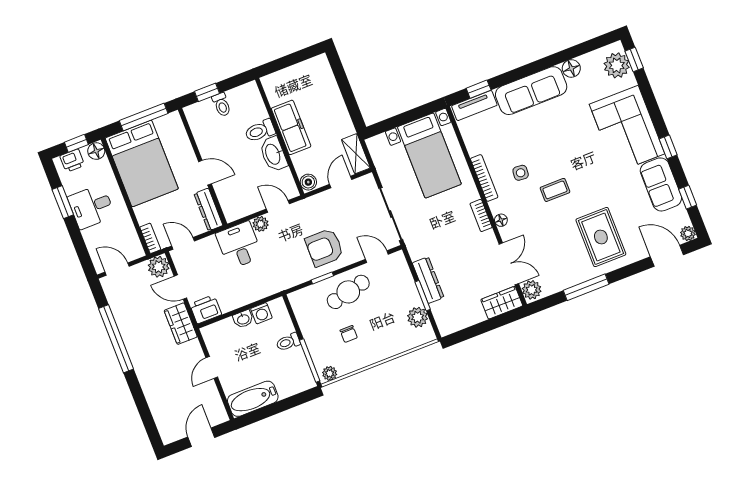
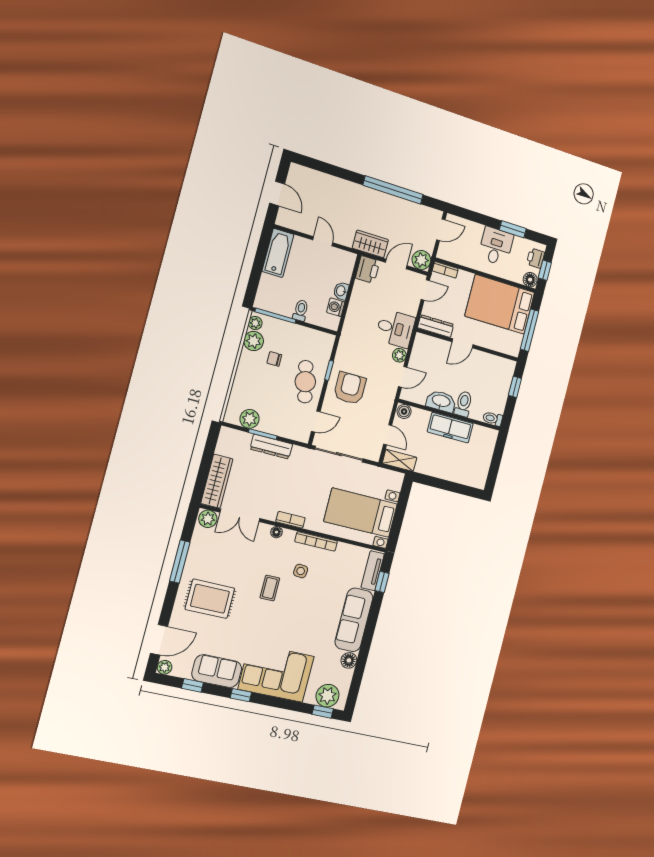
toilet: (222, 105) -> (493, 419), moved
wardrobe: (502, 303) -> (217, 481), width x1.50
plant: (346, 363) -> (254, 341), added

